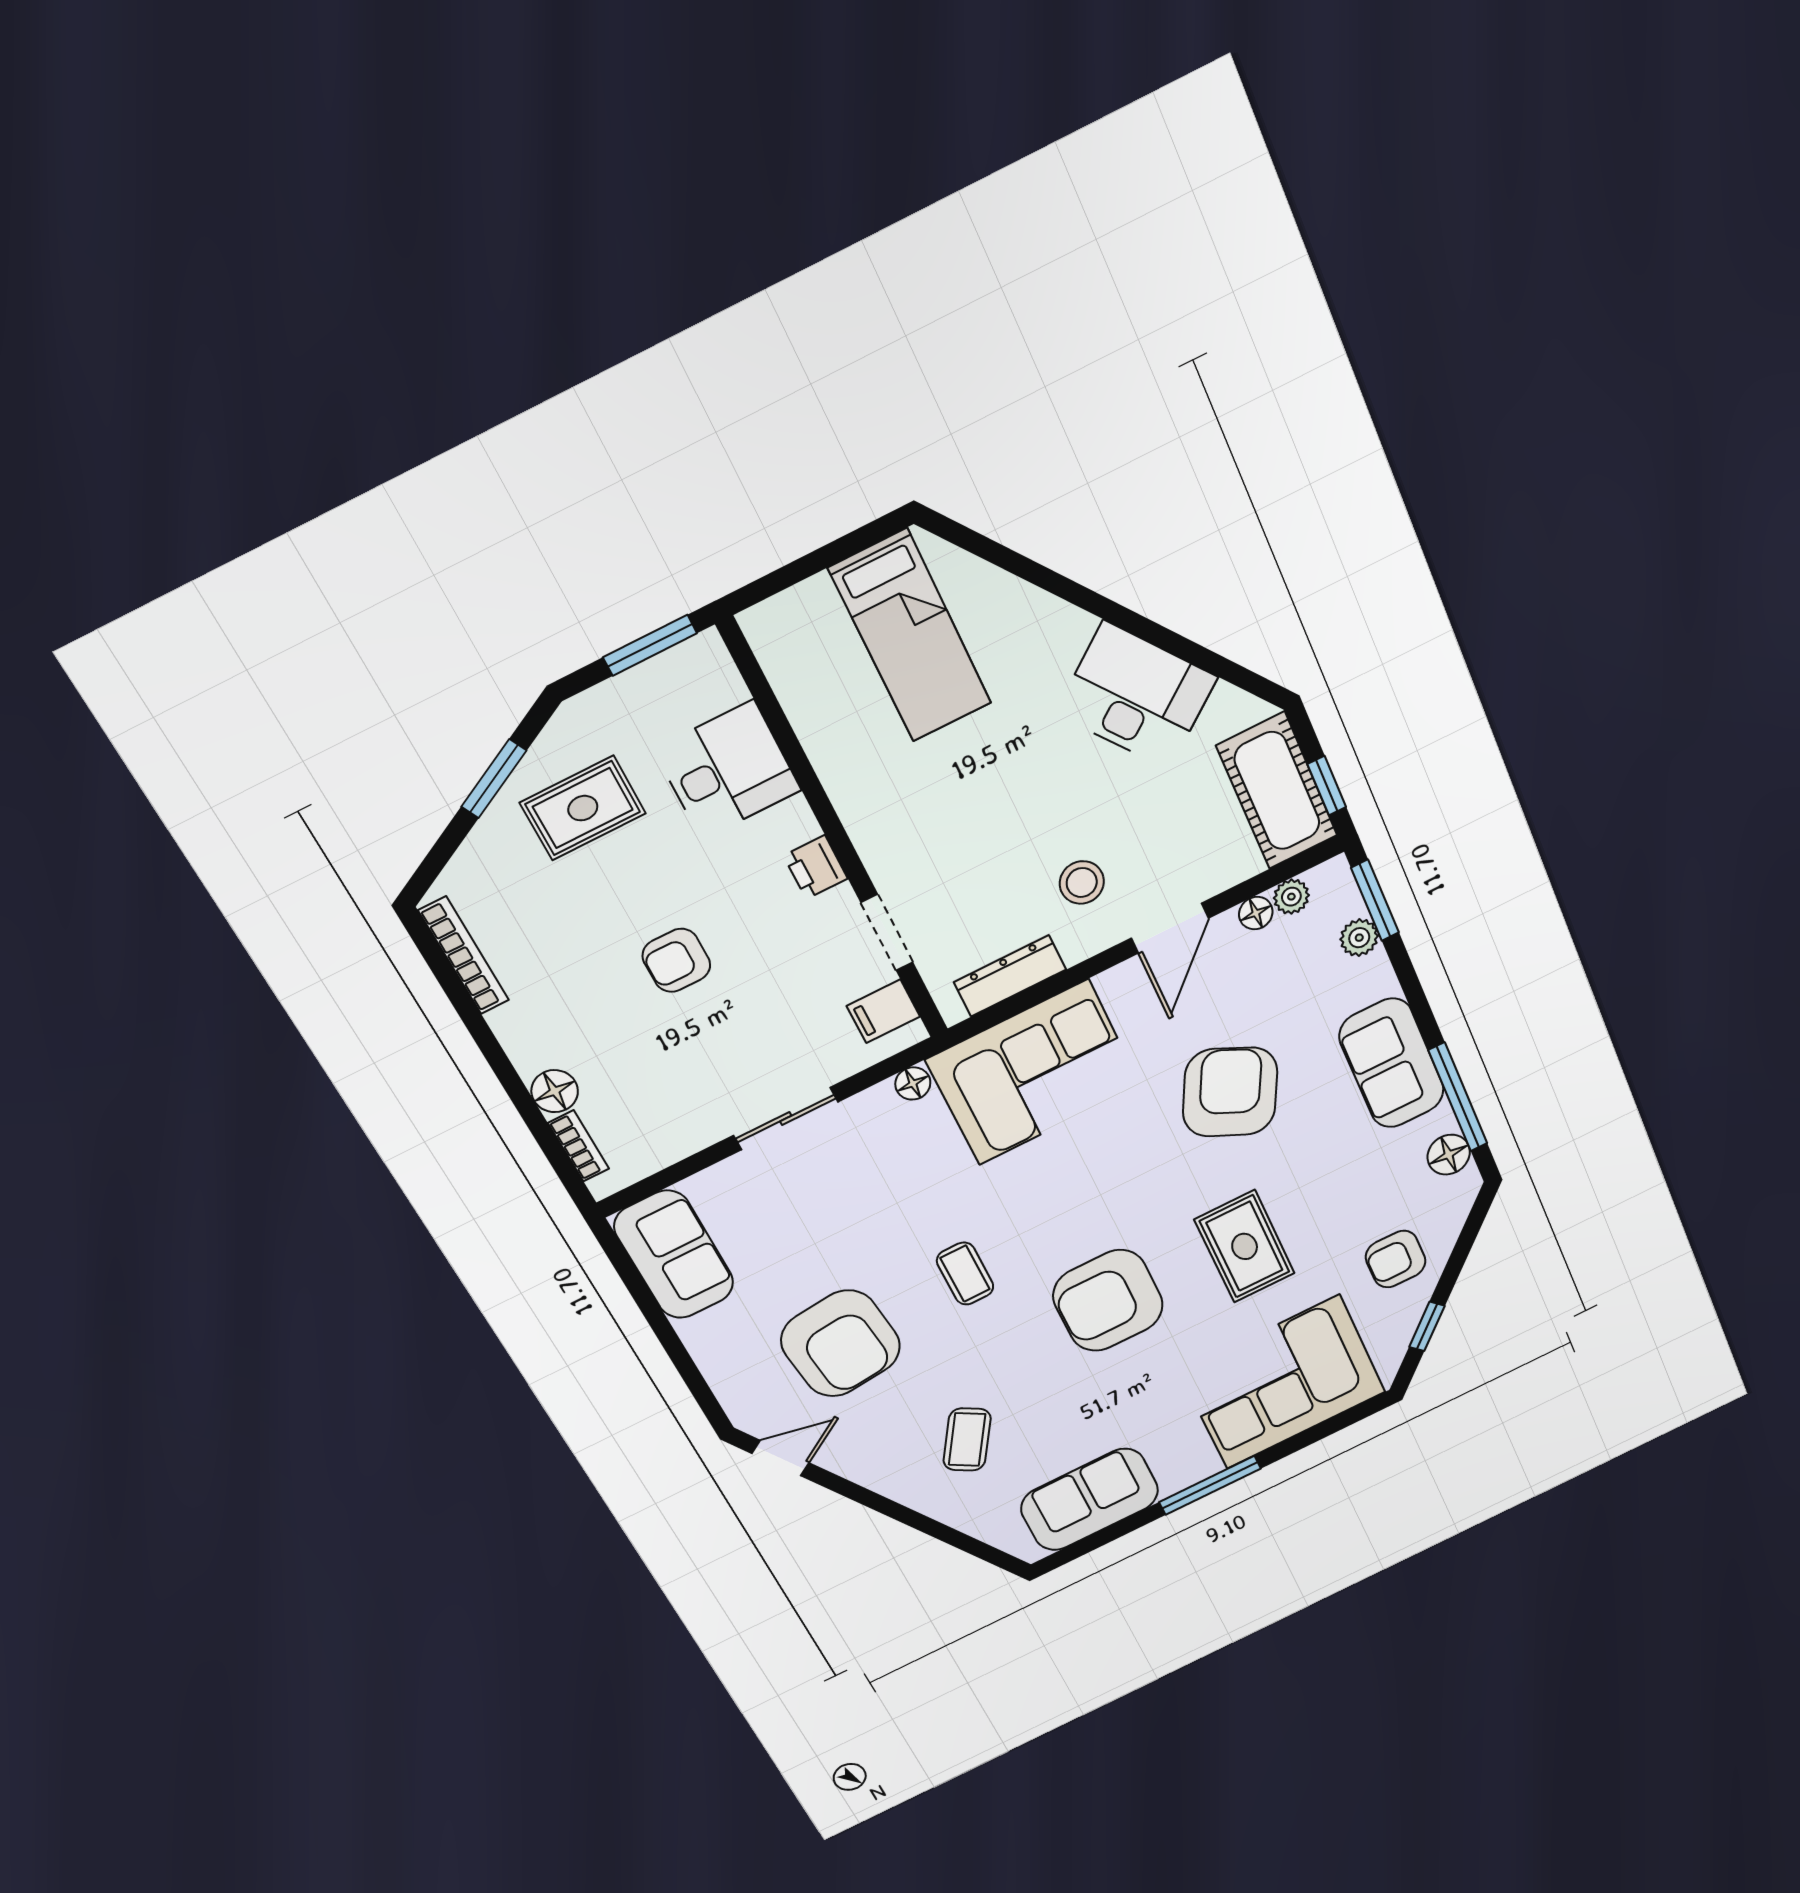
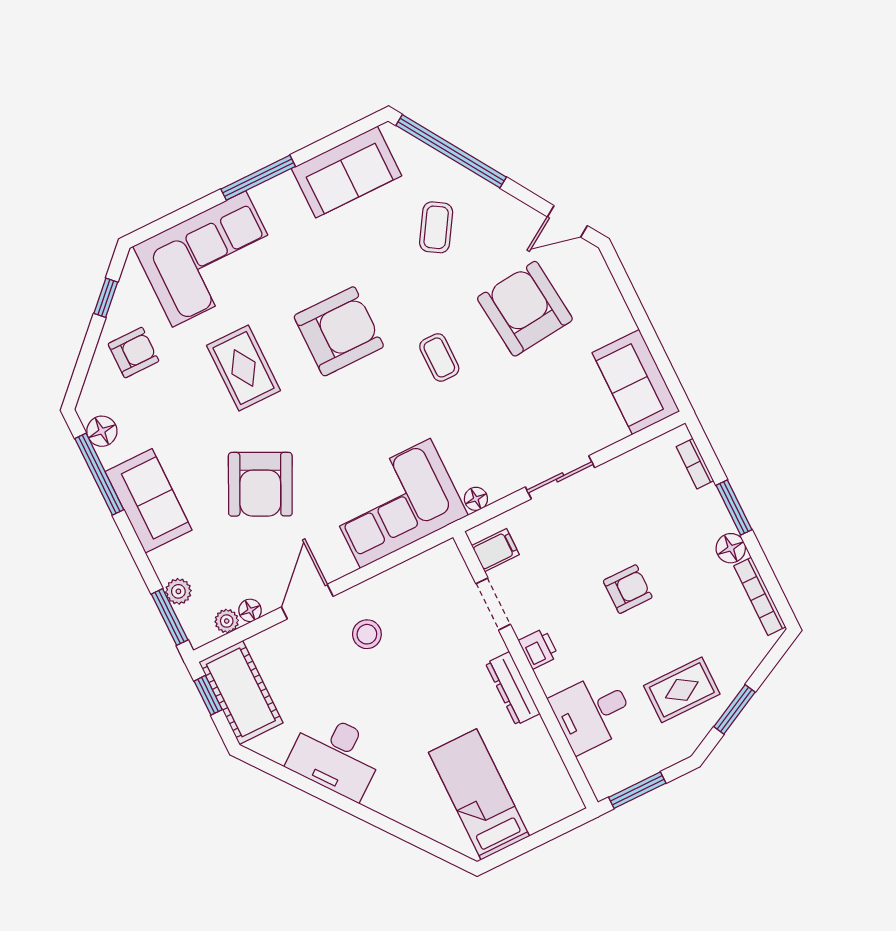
dresser: (1010, 976) -> (513, 688), moved, turned 90
window: (514, 1086) -> (734, 507), added
floor lamp: (555, 1091) -> (731, 548), moved
window: (945, 1534) -> (451, 151), added

